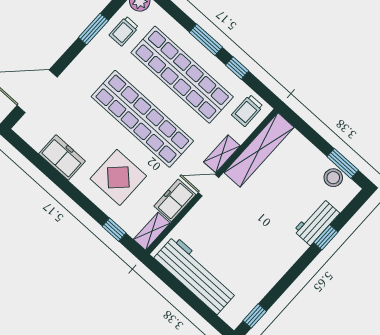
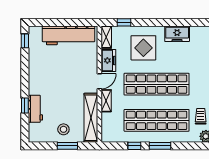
trolley: (247, 111) -> (112, 131), removed
window: (343, 163) -> (67, 146), moved
stool: (333, 178) -> (63, 129), moved

